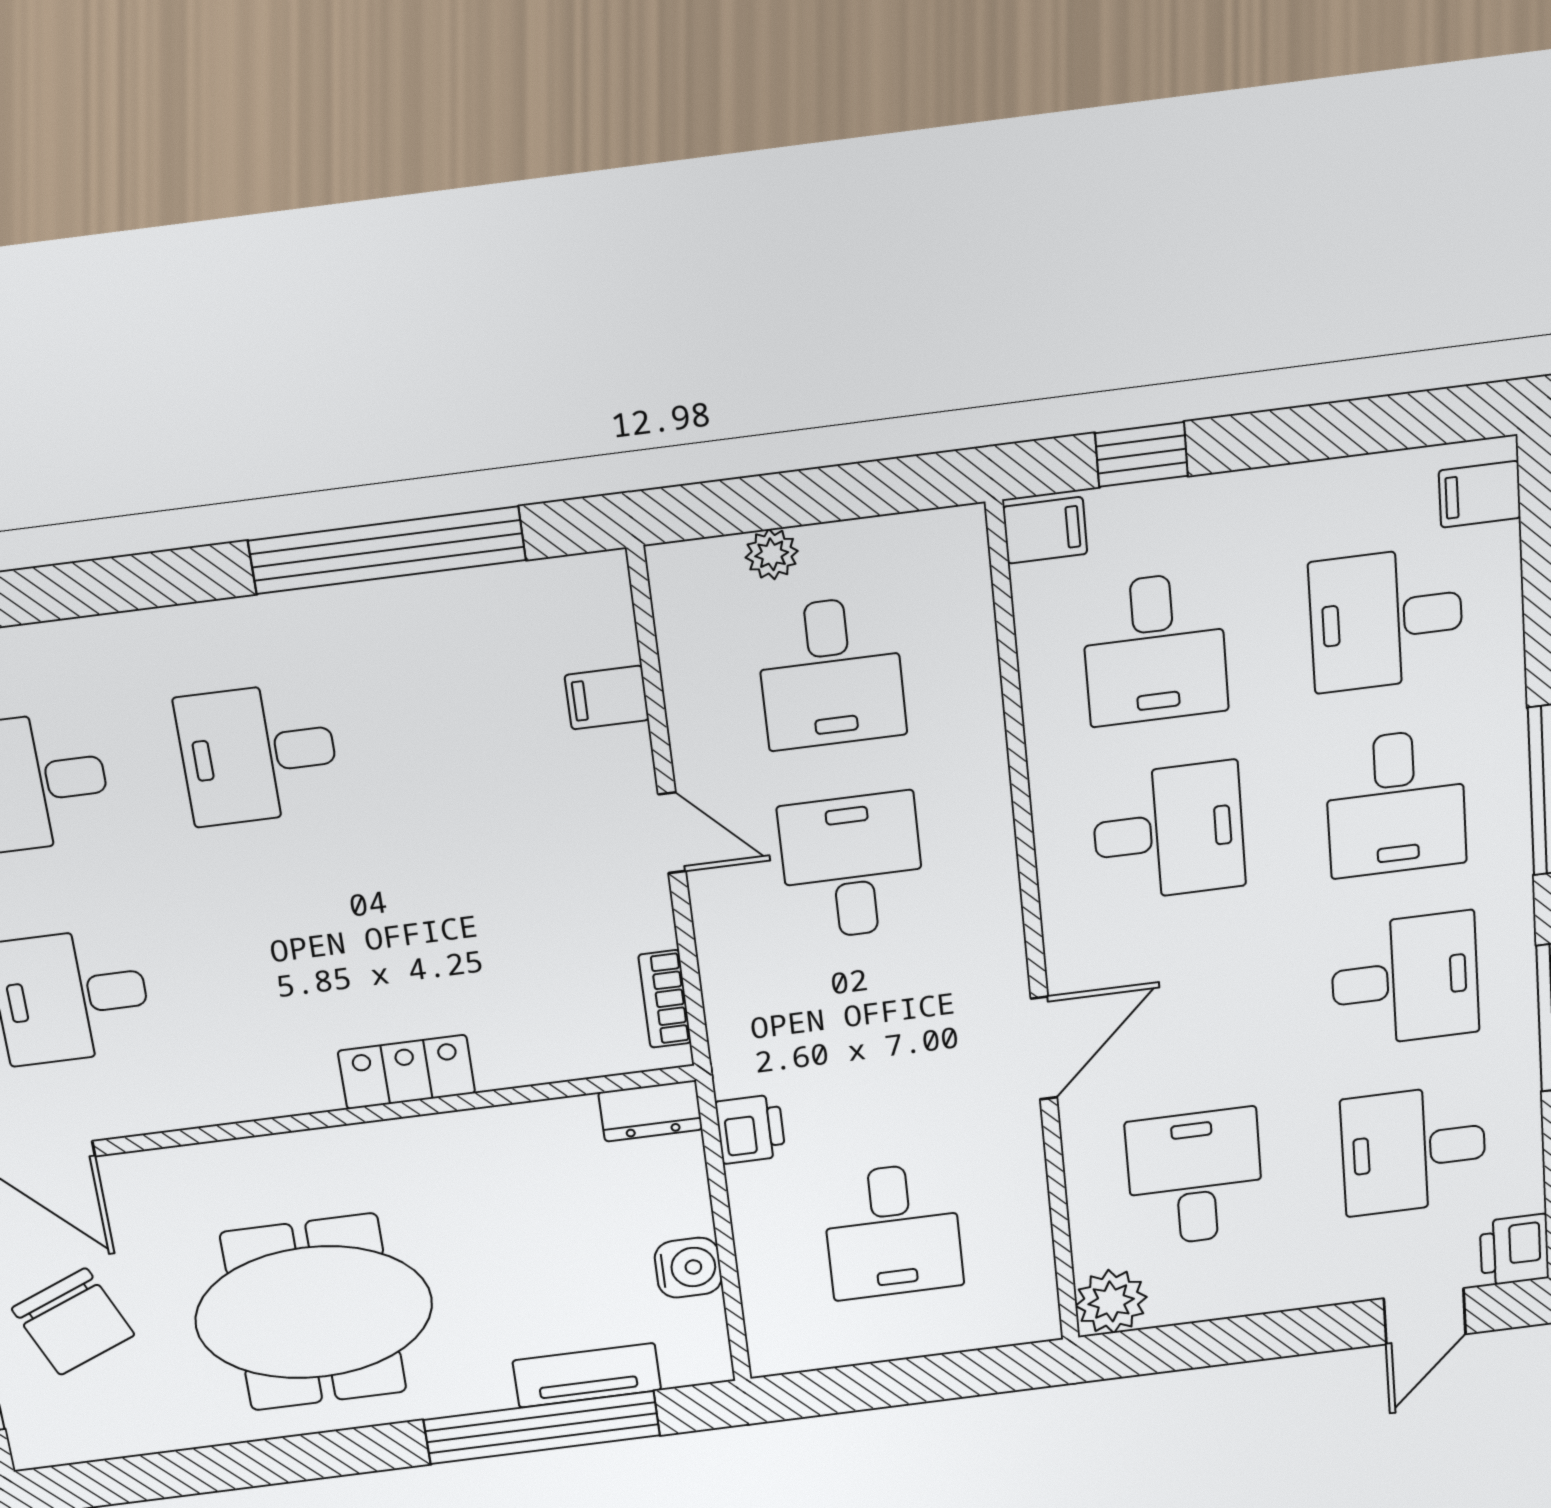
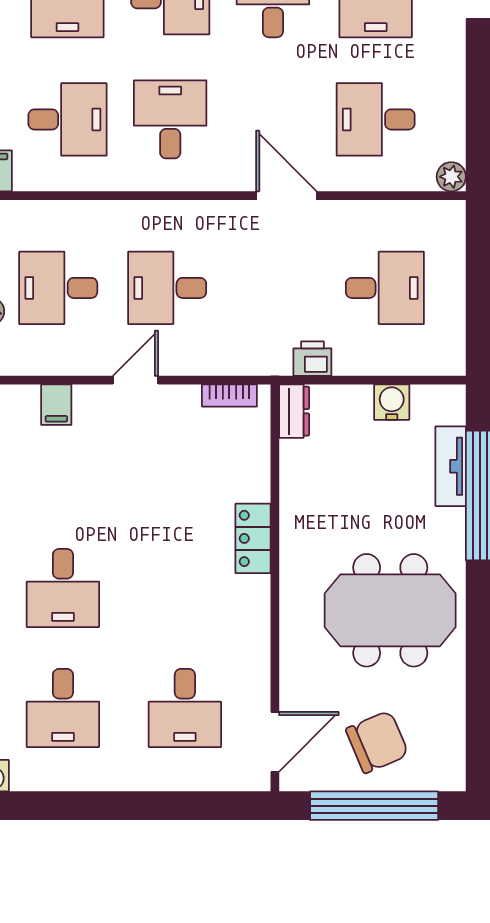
desk: (831, 673) -> (58, 288), turned 180
plant: (1111, 1301) -> (451, 177), width x0.73, depth x0.73
meeting table: (314, 1313) -> (390, 610), turned 90

